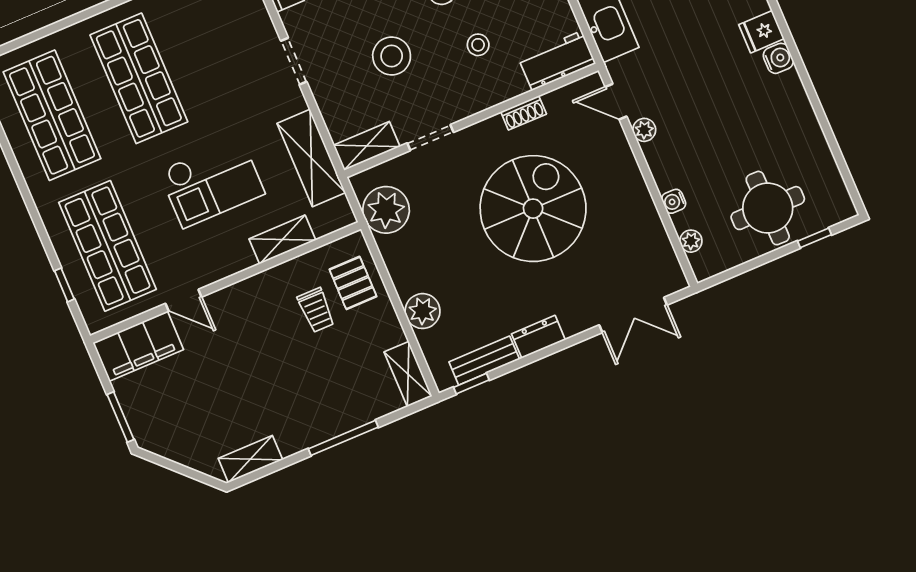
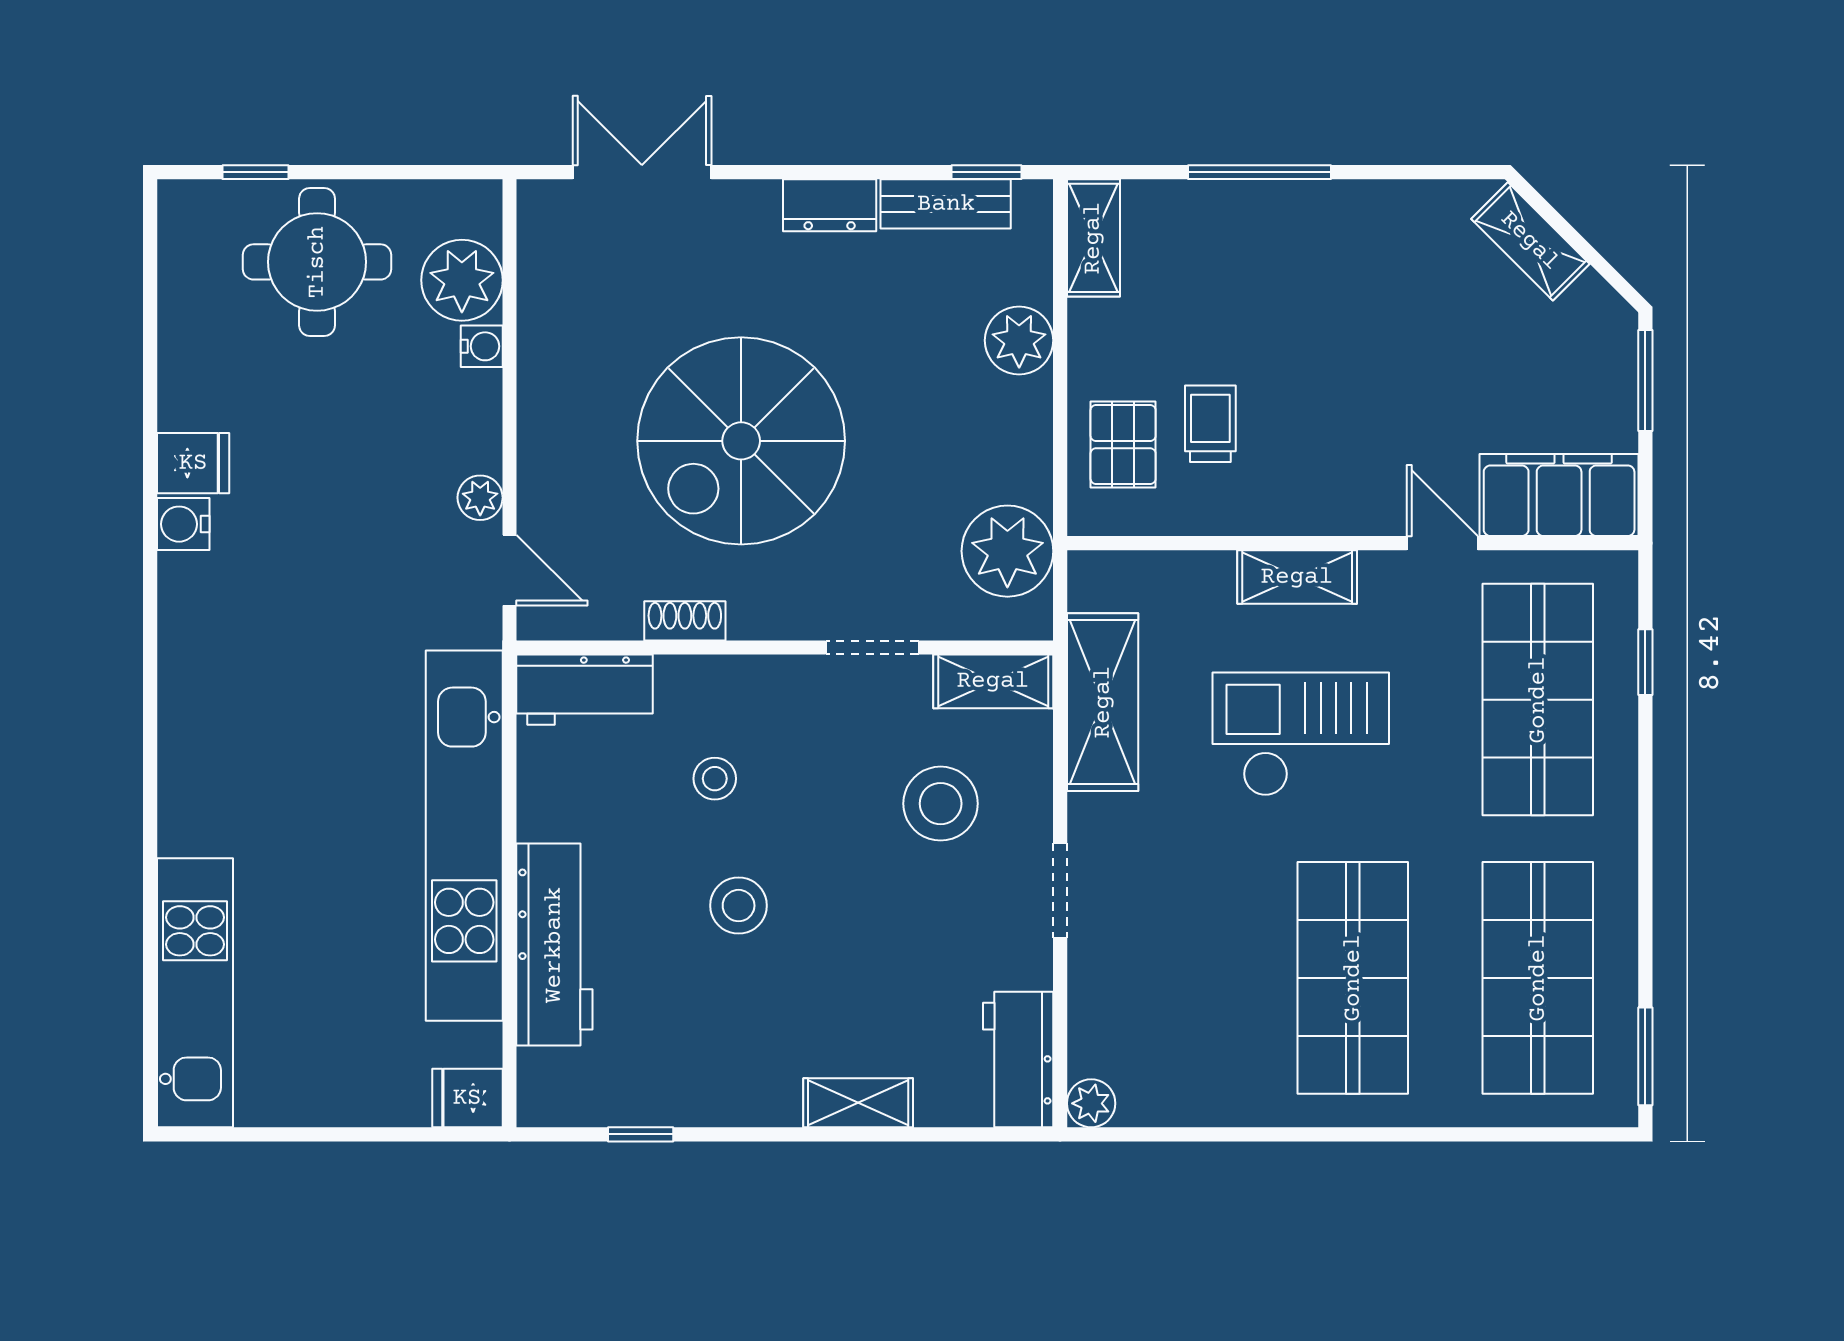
fridge: (762, 32) -> (193, 463), moved
stool: (392, 56) -> (941, 804), moved
shelving: (282, 240) -> (1297, 577), moved
plant: (691, 241) -> (462, 280), width x1.88, depth x1.88
shelving: (250, 459) -> (1530, 241), moved, turned 45

